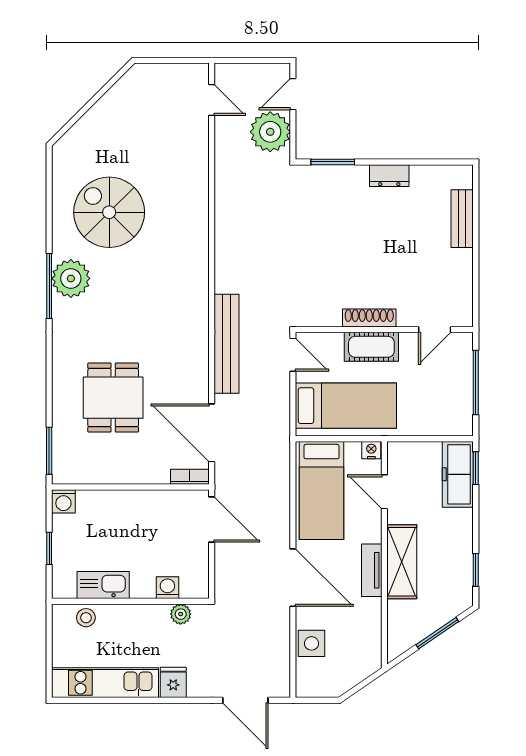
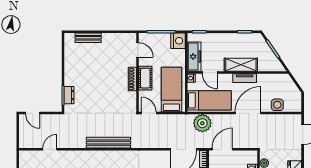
door: (212, 100) -> (50, 149), moved
plant: (270, 132) -> (202, 123), moved
dresser: (389, 176) -> (69, 95), moved
bench: (227, 344) -> (108, 143), moved
door: (293, 355) -> (149, 113), hinge flipped
nightstand: (455, 420) -> (178, 41), added
freezer: (458, 474) -> (194, 57), moved, turned -90
door: (384, 492) -> (210, 72), hinge flipped

